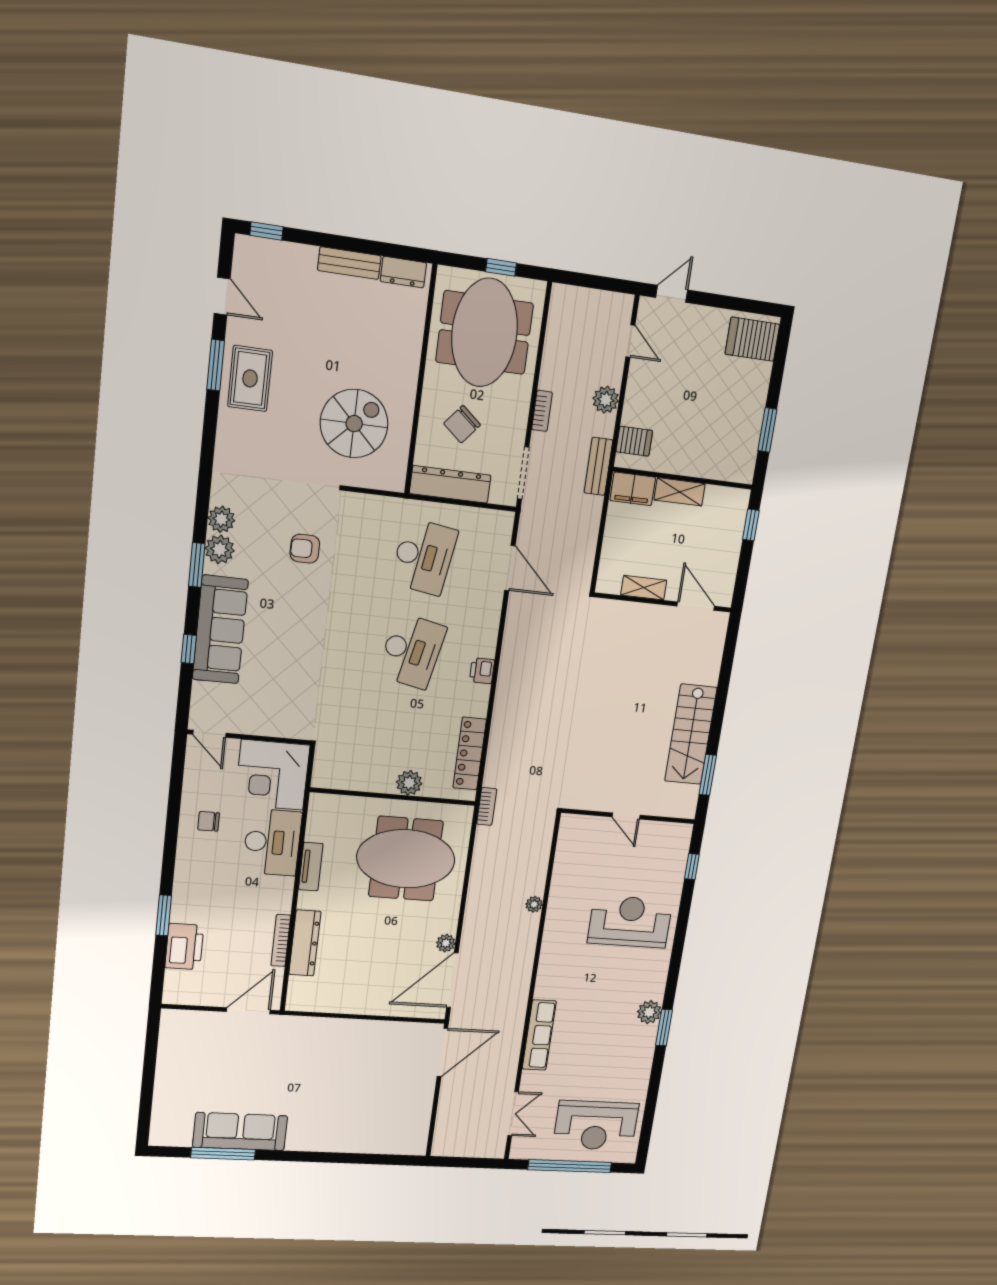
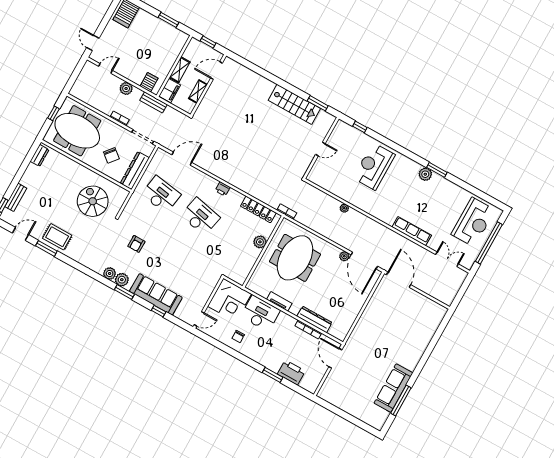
bench: (349, 263) -> (16, 197), moved
shelving: (644, 588) -> (198, 92), moved
wall: (663, 602) -> (208, 85), moved
door: (696, 606) -> (217, 71), moved

